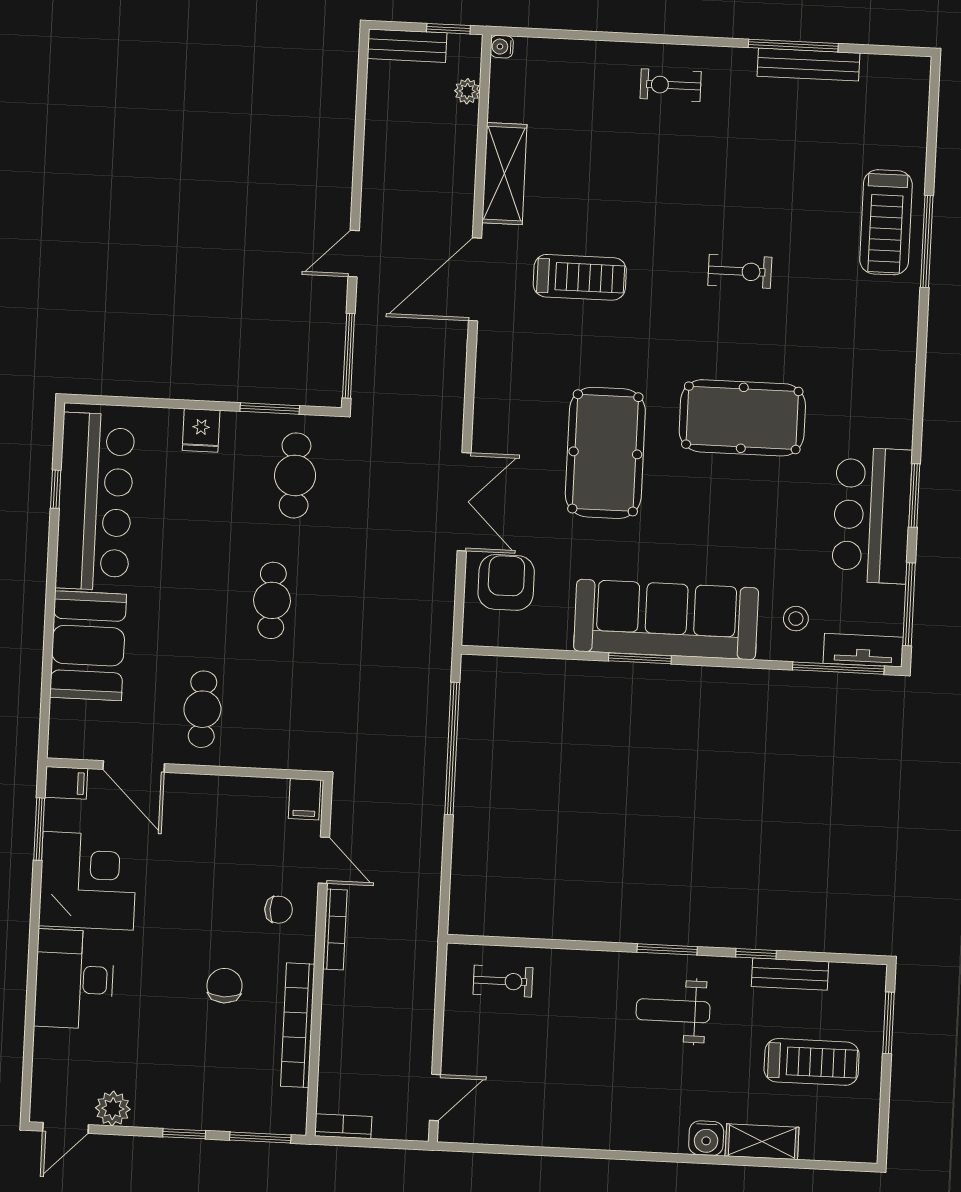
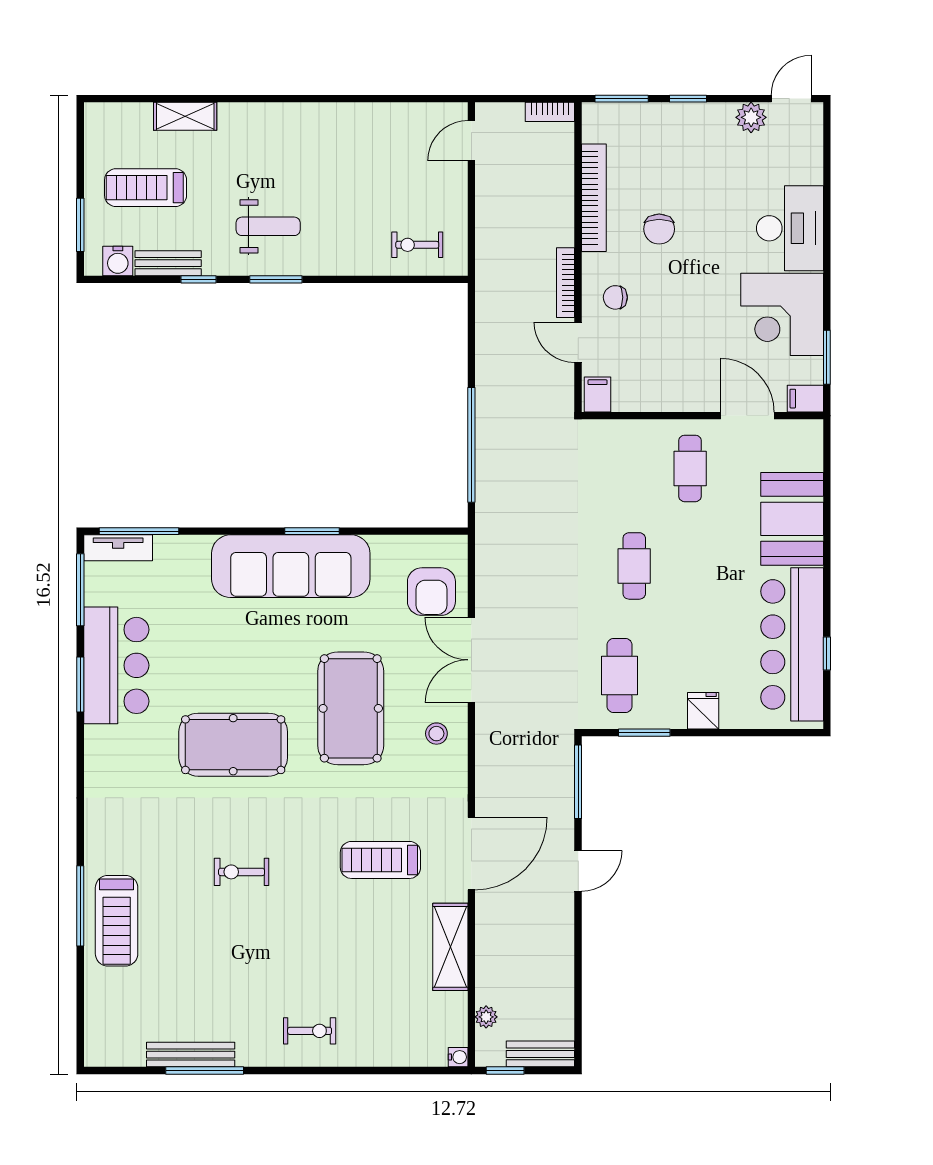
treadmill: (886, 222) -> (117, 921), turned 180
stool: (796, 619) -> (436, 734), moved
water cooler: (706, 1138) -> (118, 261), moved, turned 180

